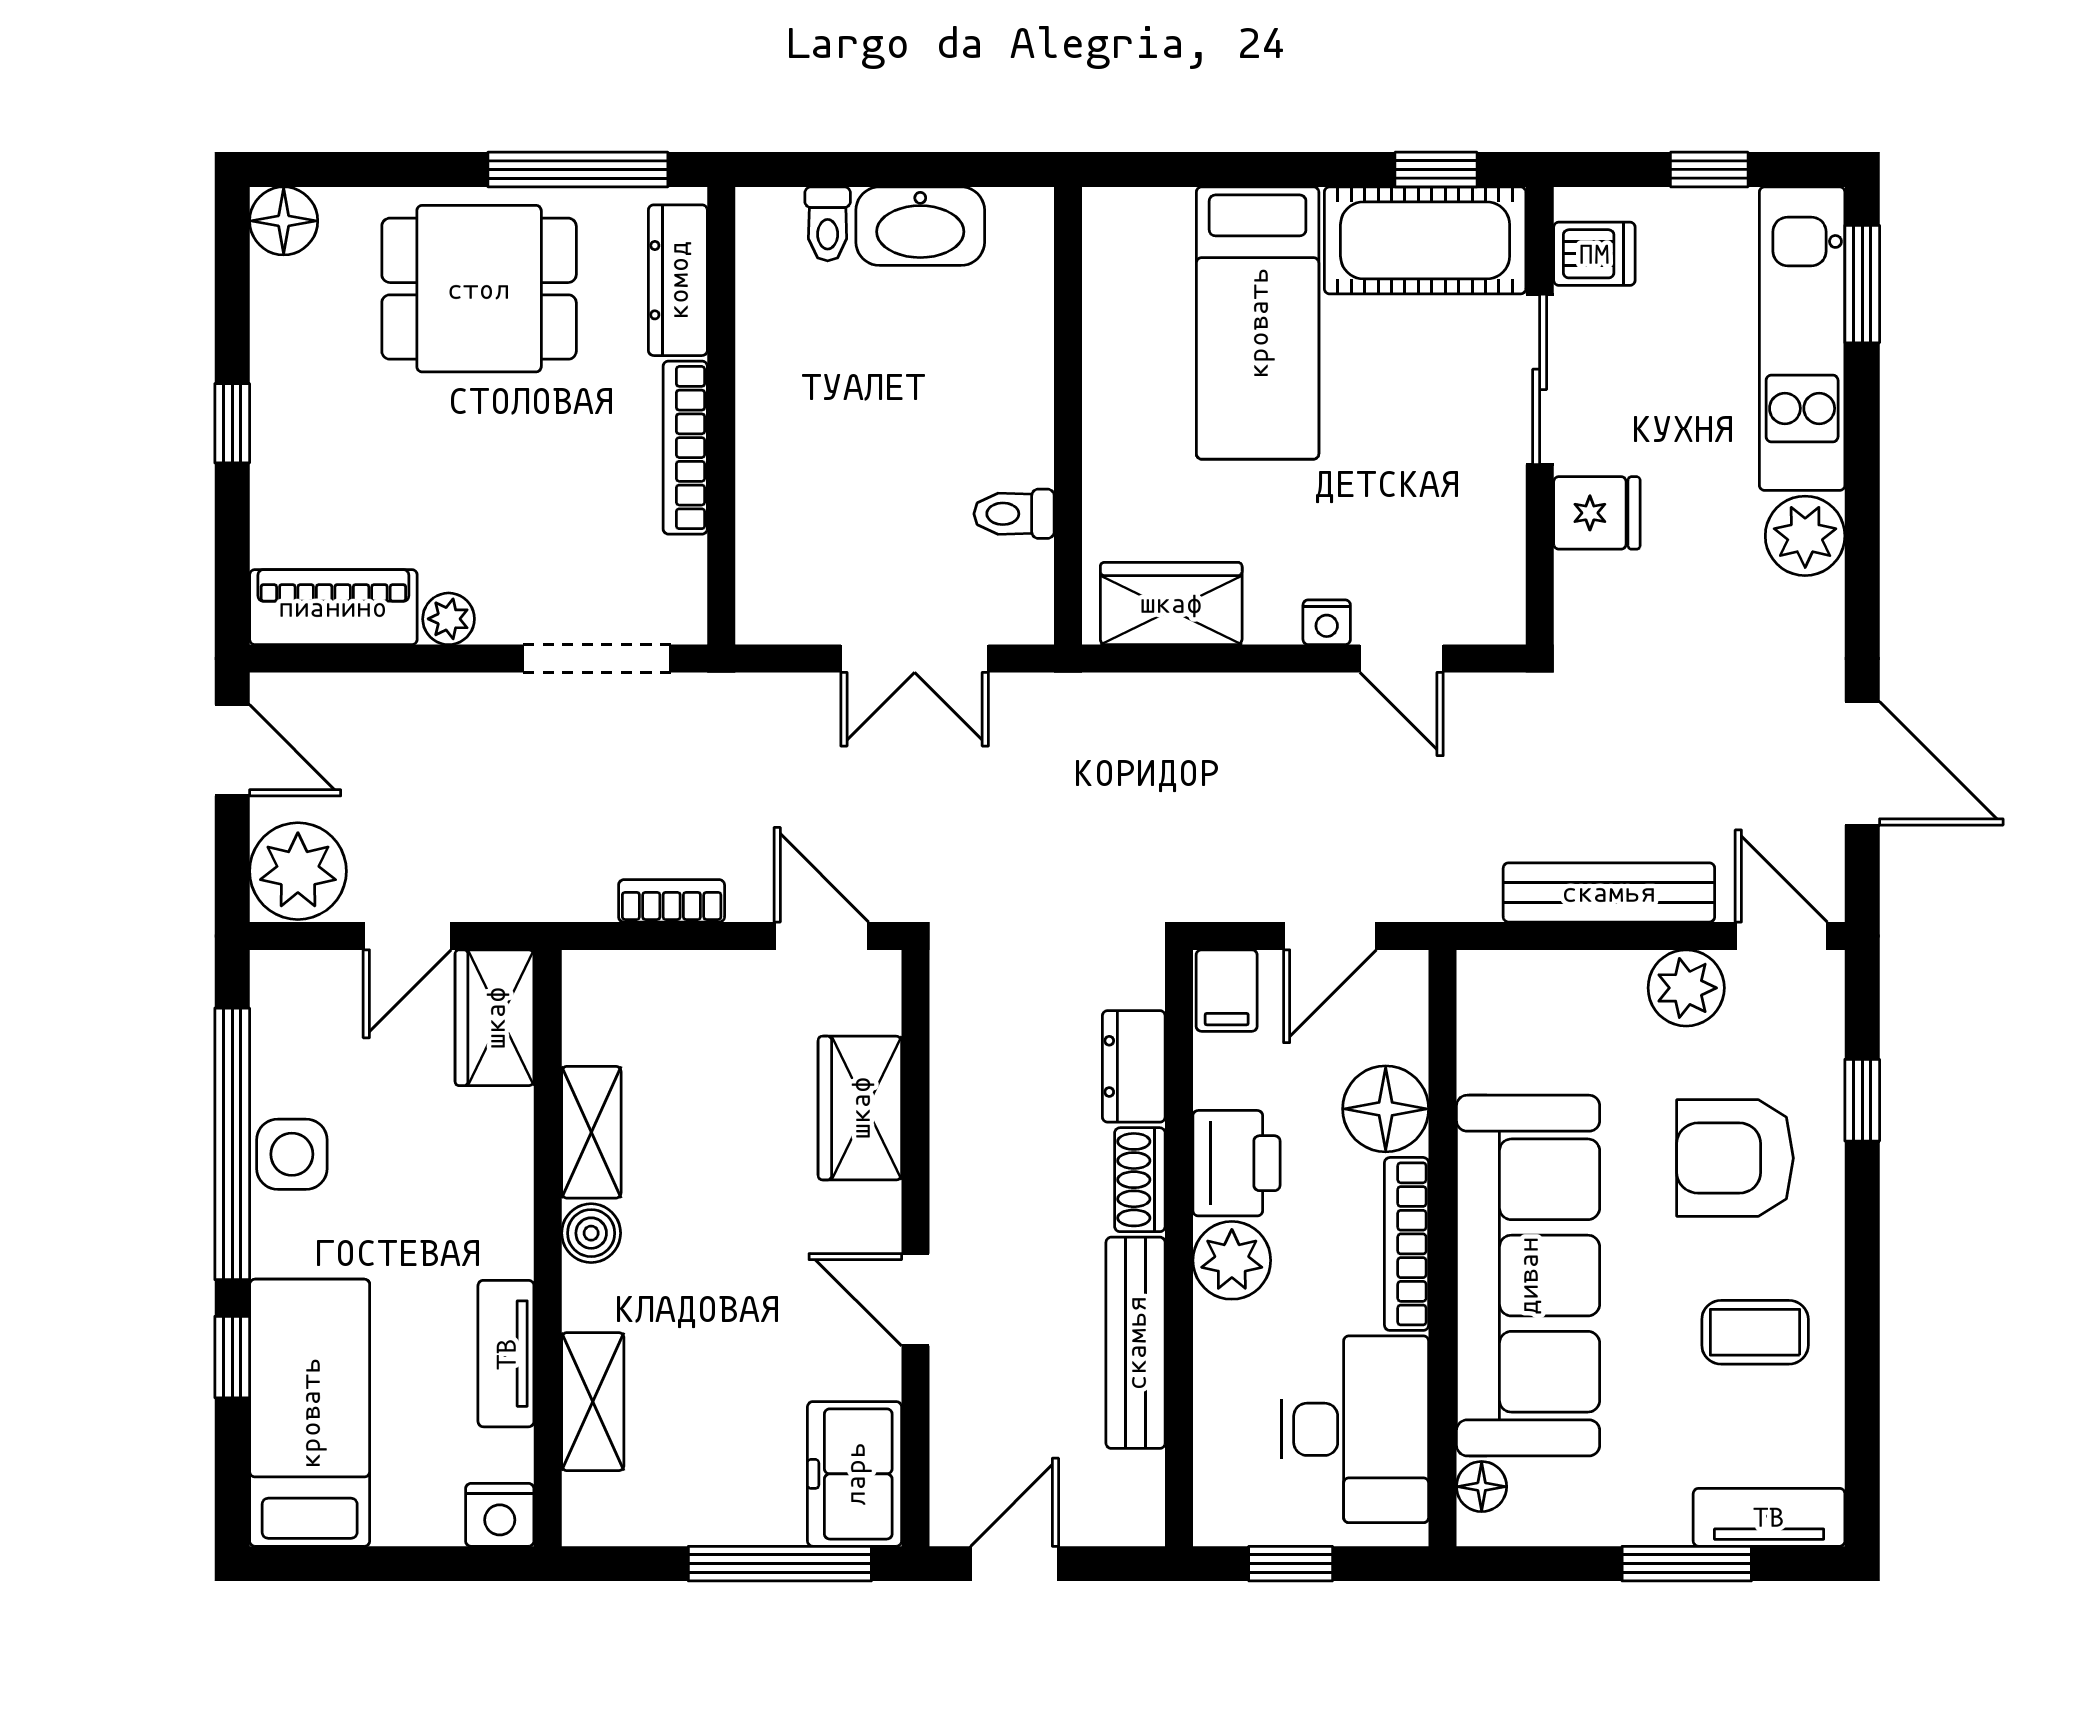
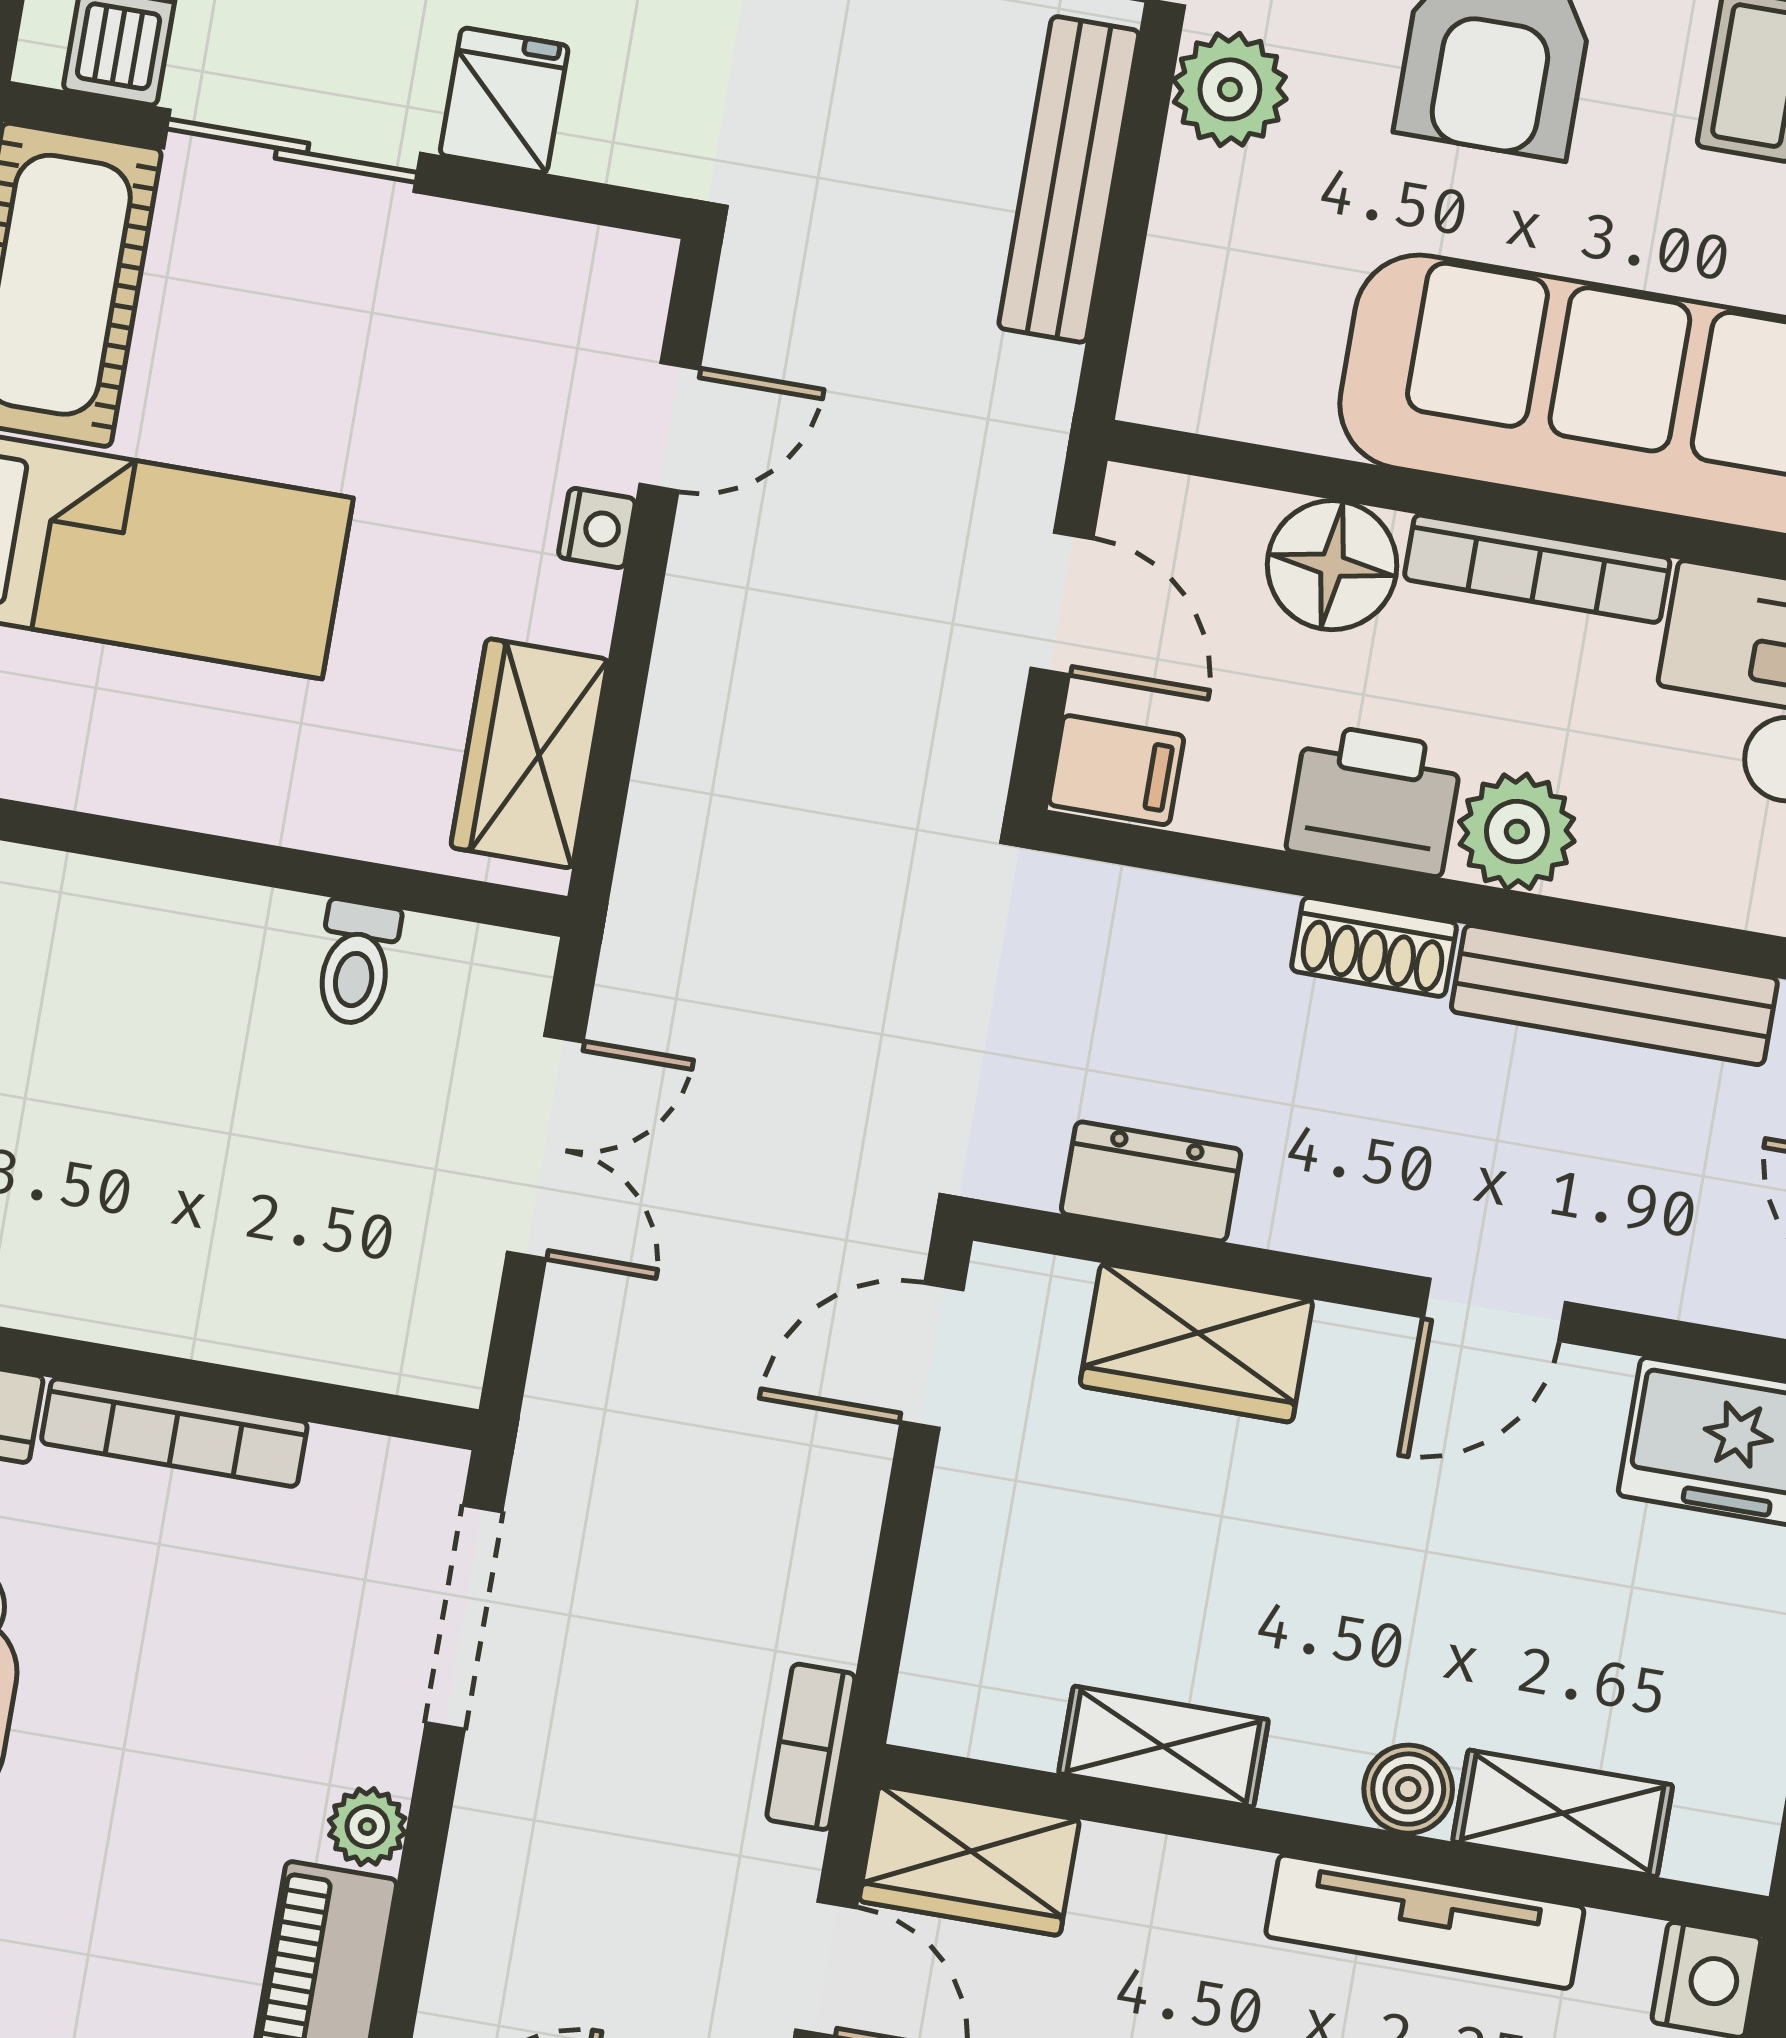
bookcase: (672, 901) -> (811, 1747), moved
dresser: (1134, 1066) -> (1151, 1181), moved, turned 180
boiler: (591, 1233) -> (1408, 1789), moved
tv unit: (506, 1354) -> (1425, 1922), width x1.41

